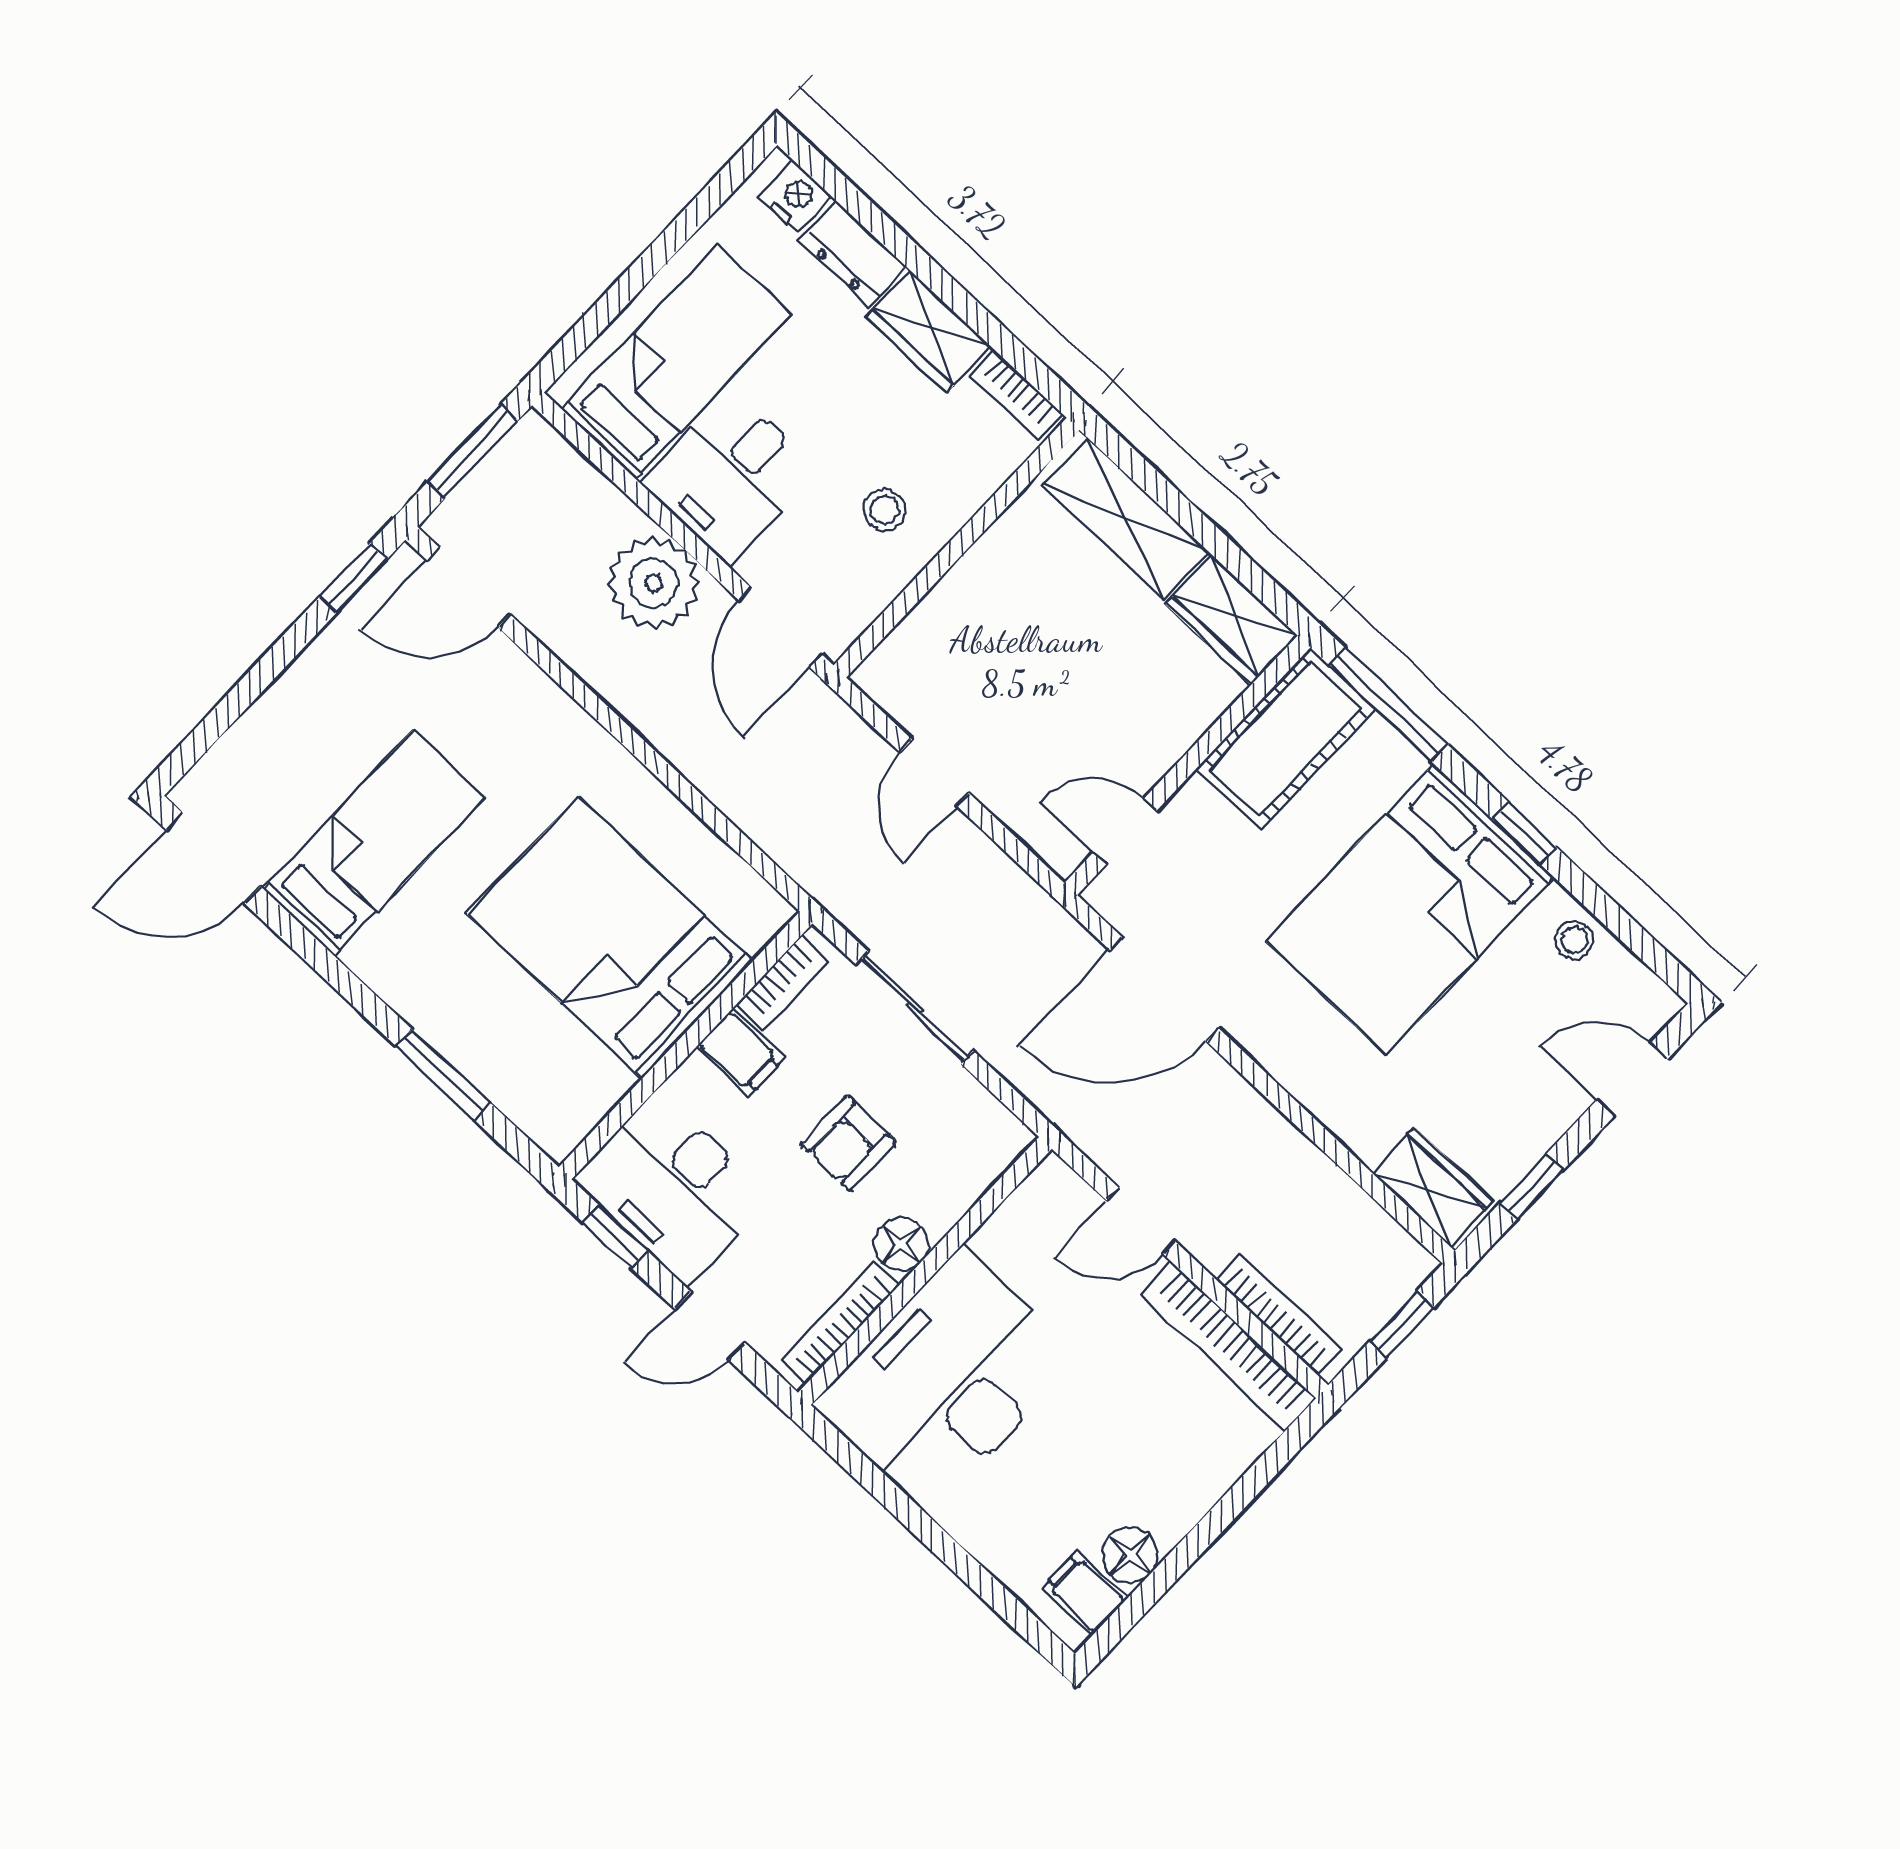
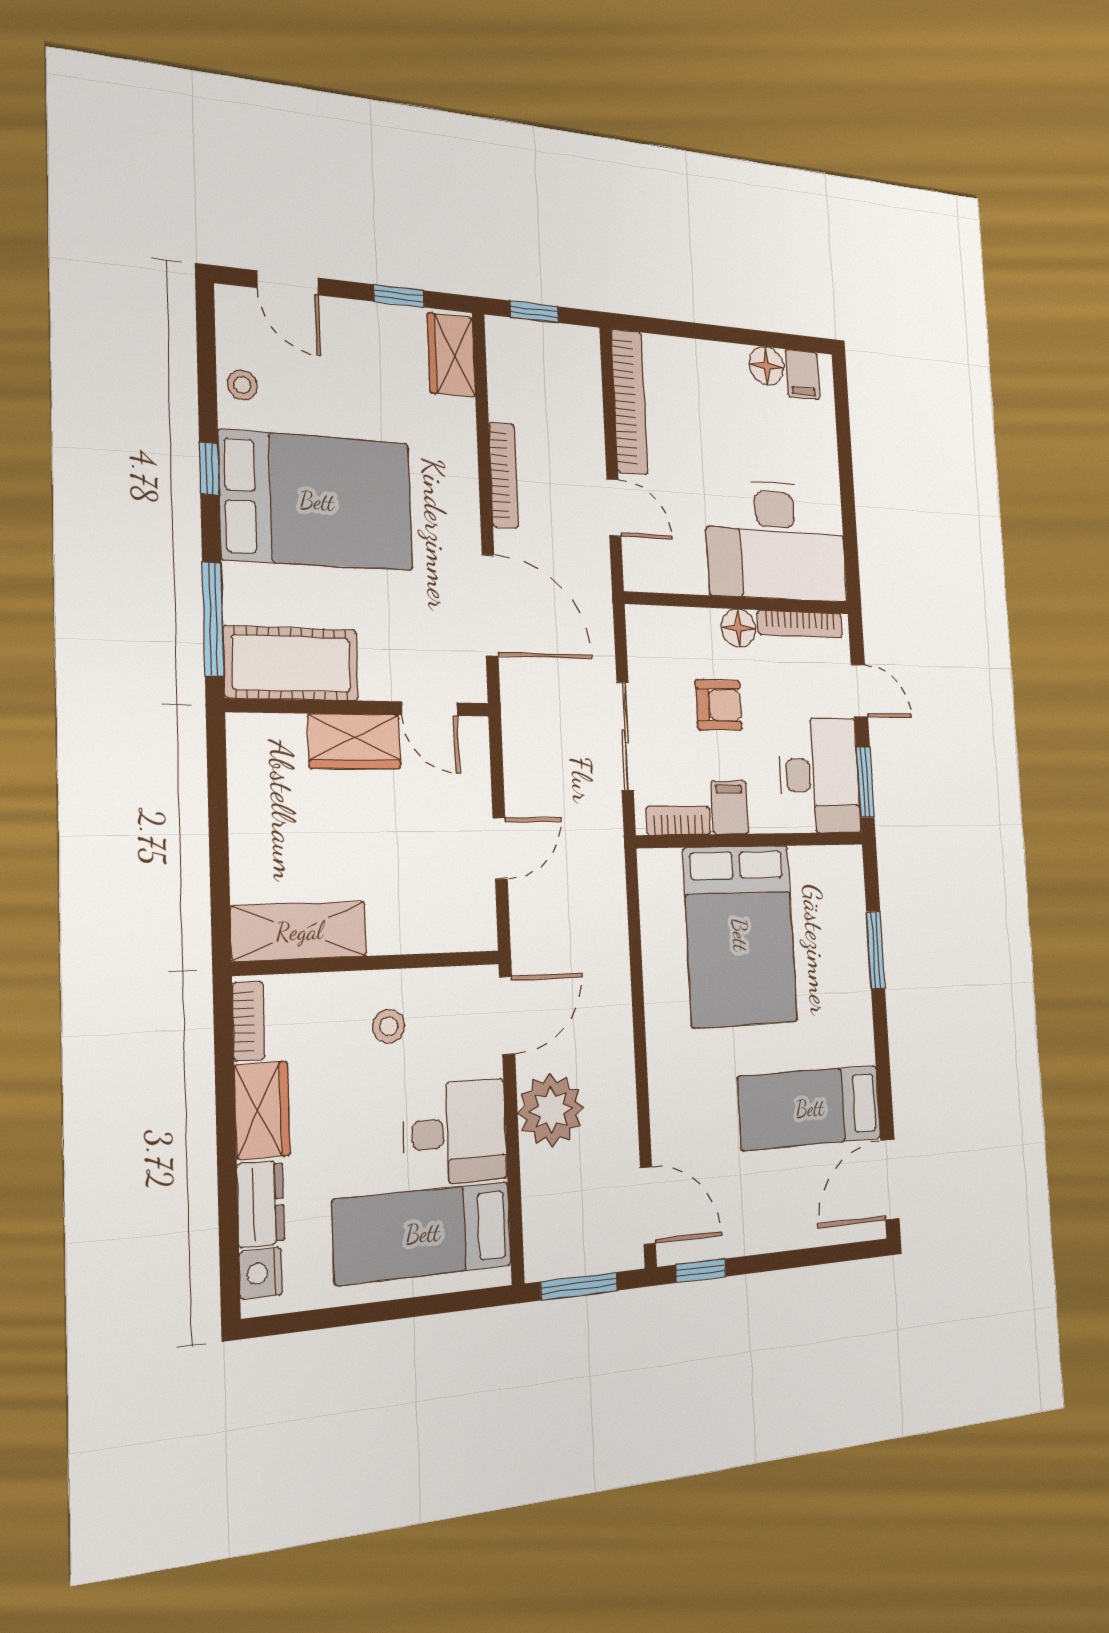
shelving: (1125, 519) -> (299, 931), moved, turned 90
wardrobe: (1232, 620) -> (354, 741), moved, turned 90
door: (213, 858) -> (890, 1179), swing flipped
window: (615, 1236) -> (865, 782), width x1.50
bookcase: (1279, 1314) -> (504, 475), moved, turned 180

